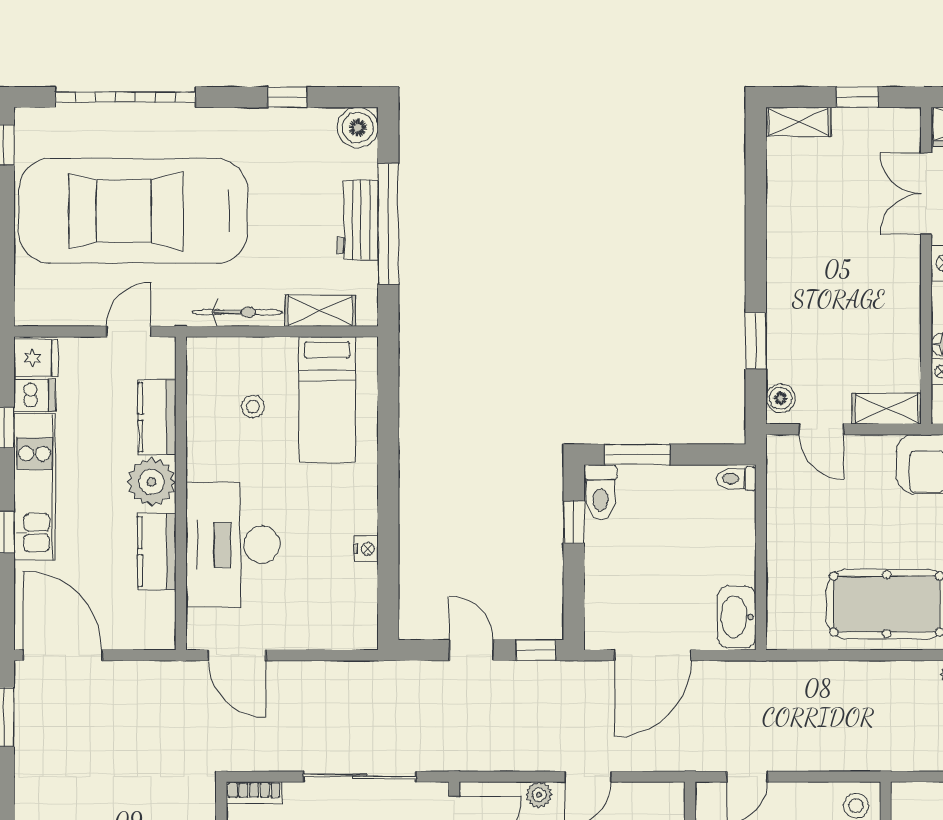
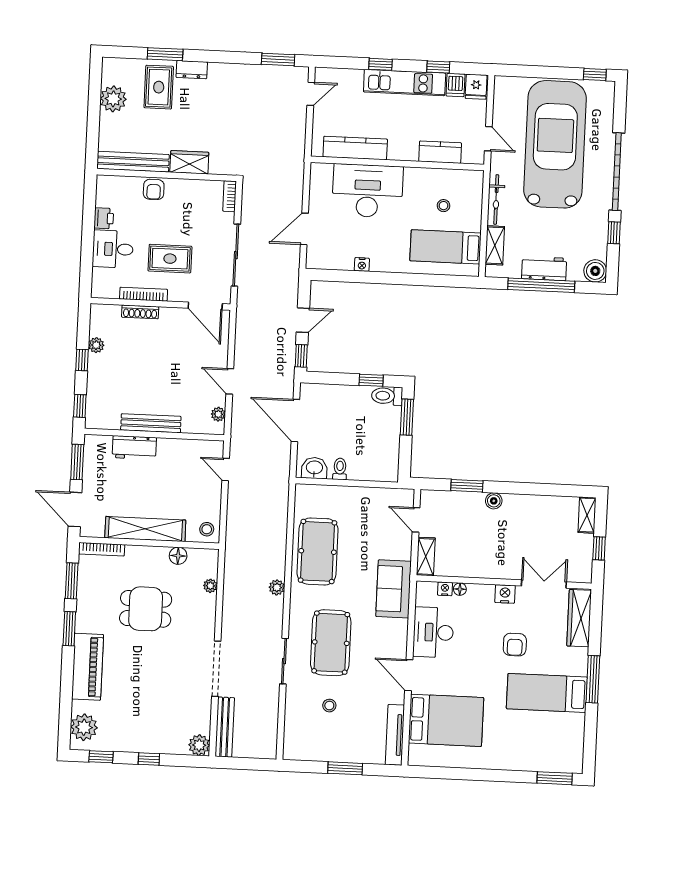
garage door: (125, 97) -> (617, 172), moved
boiler: (781, 398) -> (494, 501), moved
door: (821, 429) -> (416, 520), hinge flipped
toilet: (736, 479) -> (340, 469), moved
plant: (152, 482) -> (404, 148), removed
kitchen counter: (157, 552) -> (355, 148), width x1.50
washbasin: (737, 617) -> (314, 468), width x0.72
door: (63, 655) -> (311, 94), width x0.53
door: (237, 655) -> (304, 229), moved
plant: (539, 795) -> (218, 414), moved

